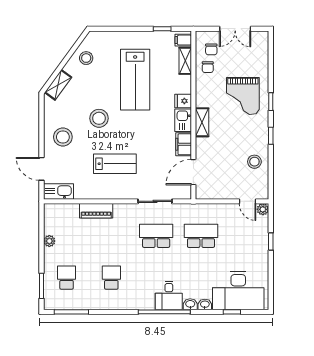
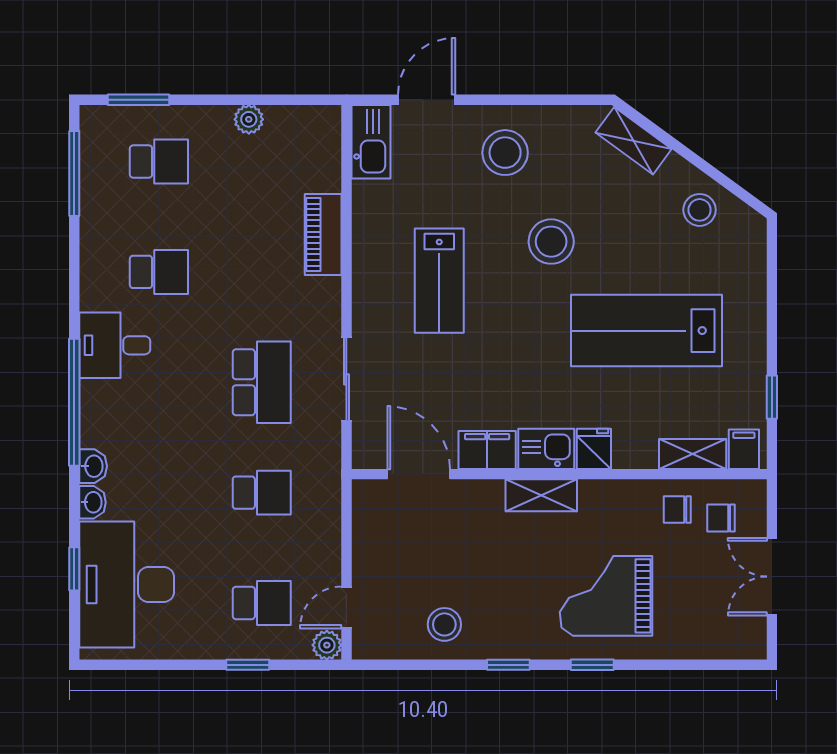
school desk: (201, 236) -> (262, 493), width x0.54
school desk: (246, 236) -> (262, 603), added
desk: (169, 295) -> (115, 345), moved

